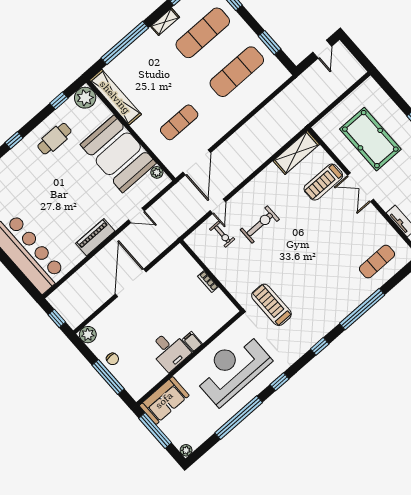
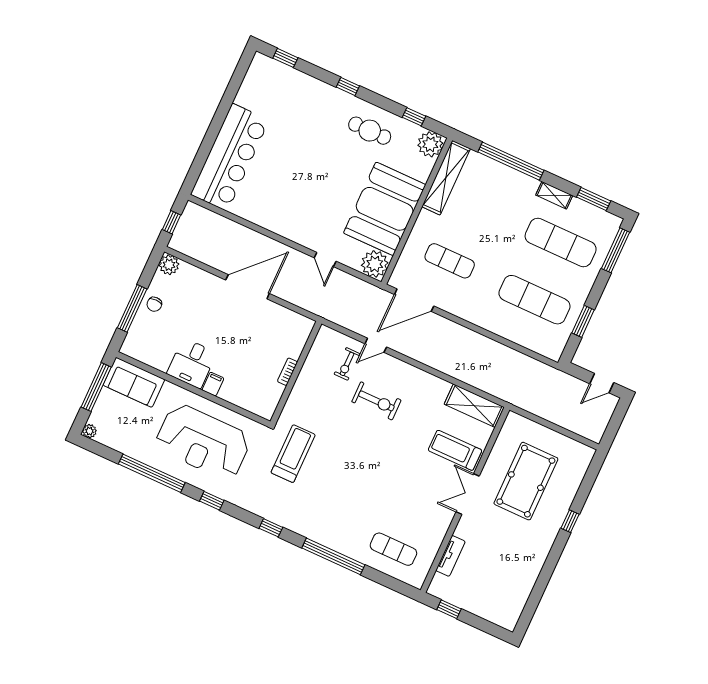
plant: (157, 172) -> (375, 264), width x1.87, depth x1.87
piano: (95, 237) -> (281, 225), removed
reception desk: (232, 369) -> (203, 442), turned 180

